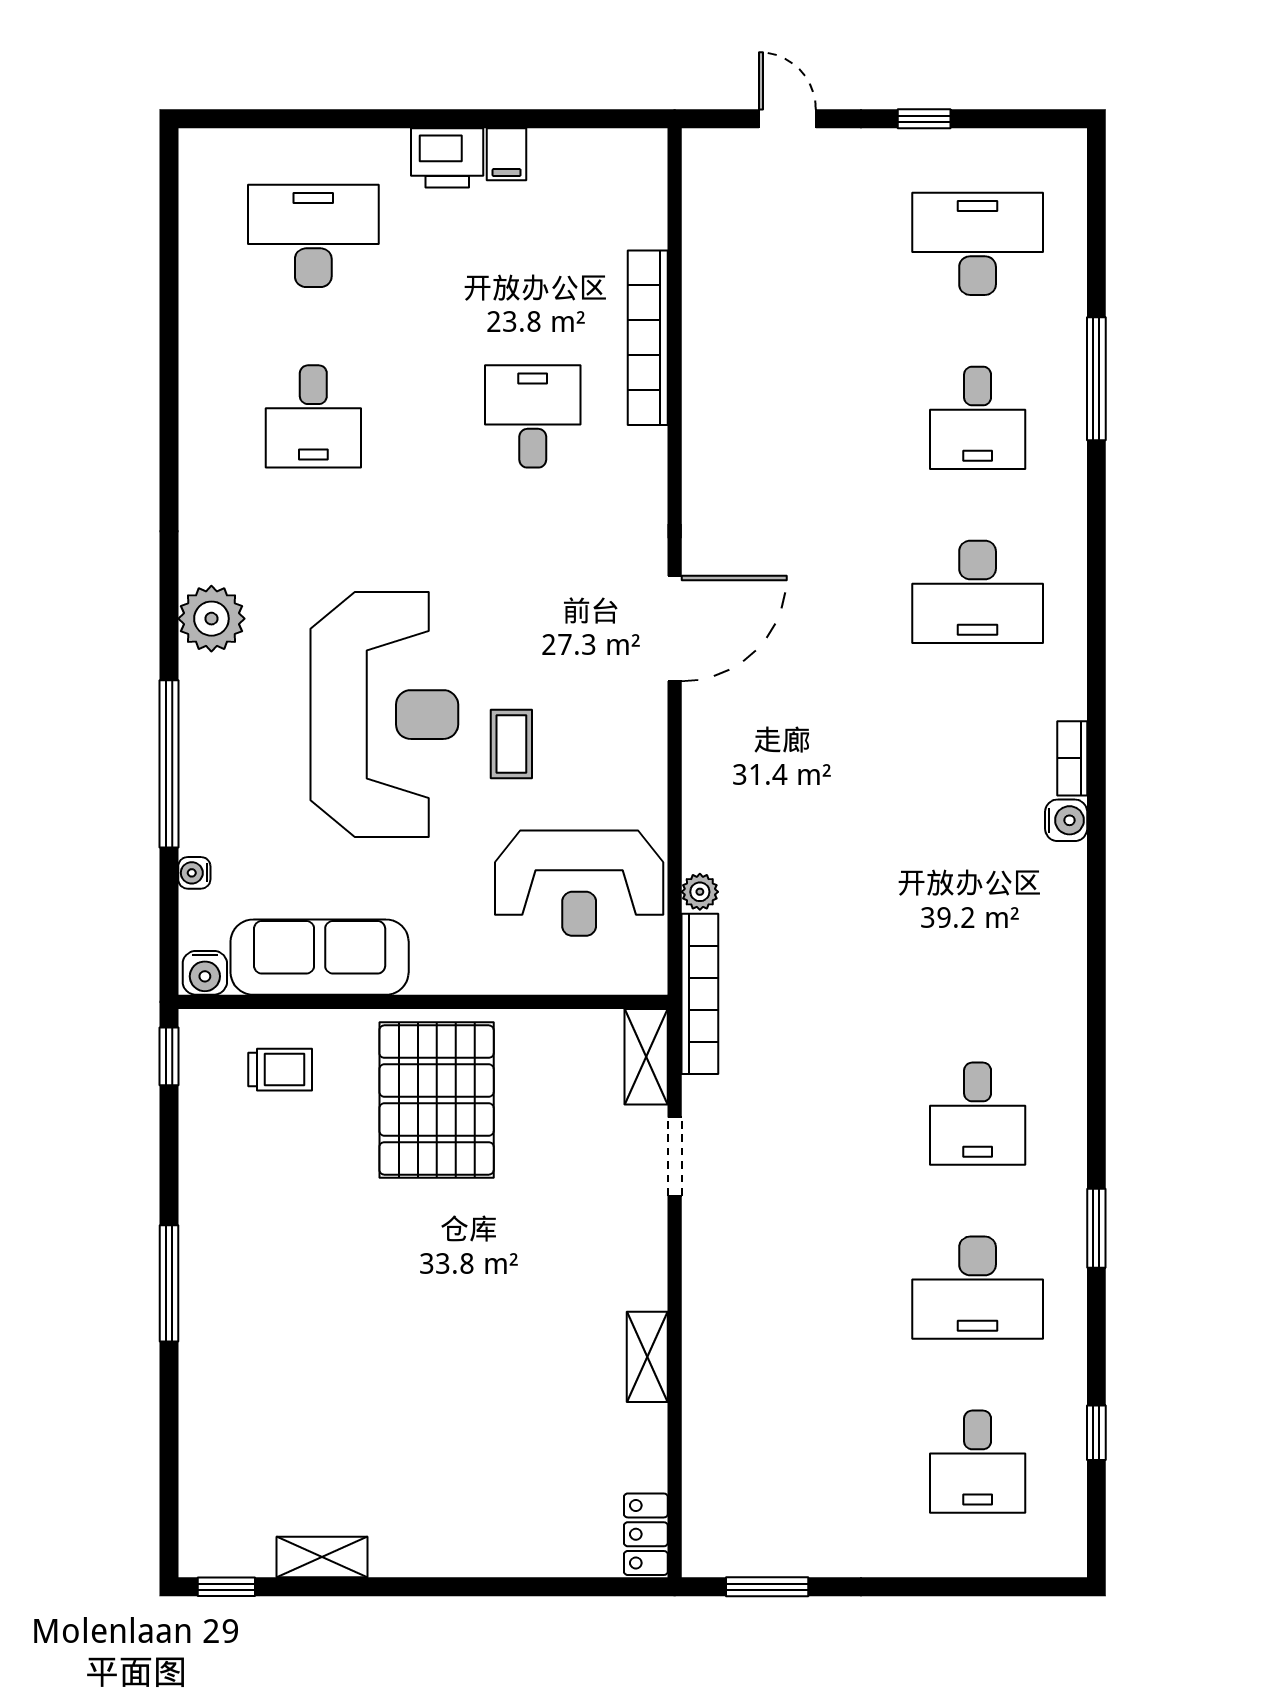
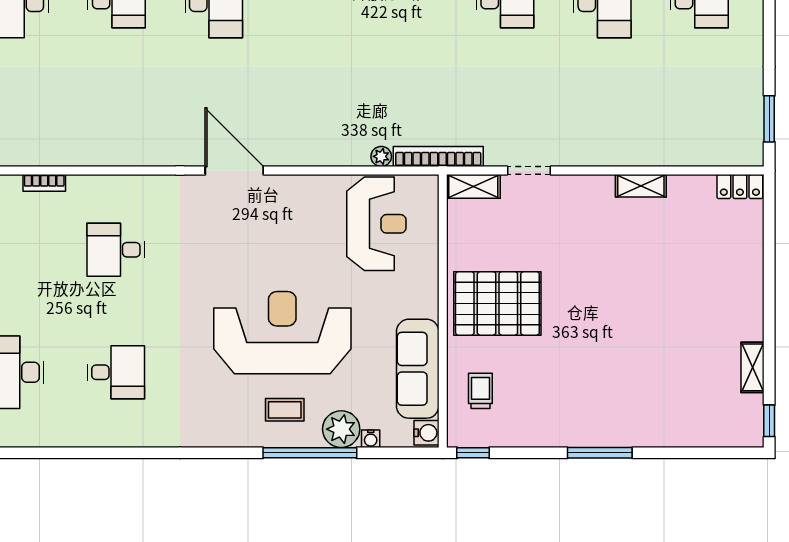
bookcase: (648, 338) -> (44, 183), width x0.43, depth x0.76
plant: (211, 619) -> (341, 429), moved
coffee table: (511, 744) -> (285, 410), moved

